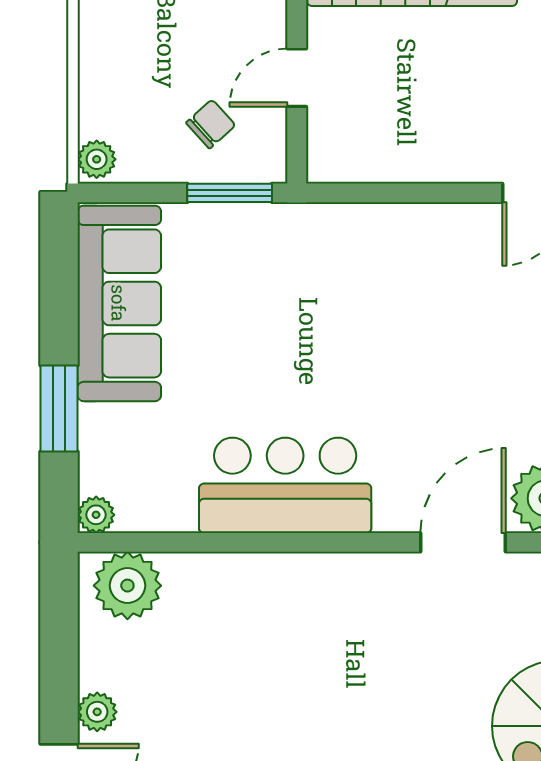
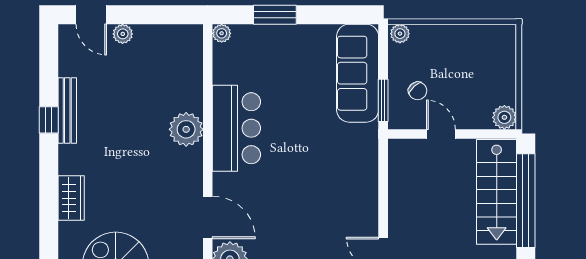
sofa: (119, 303) -> (358, 73), moved, turned 90
plant: (127, 586) -> (186, 129), moved

